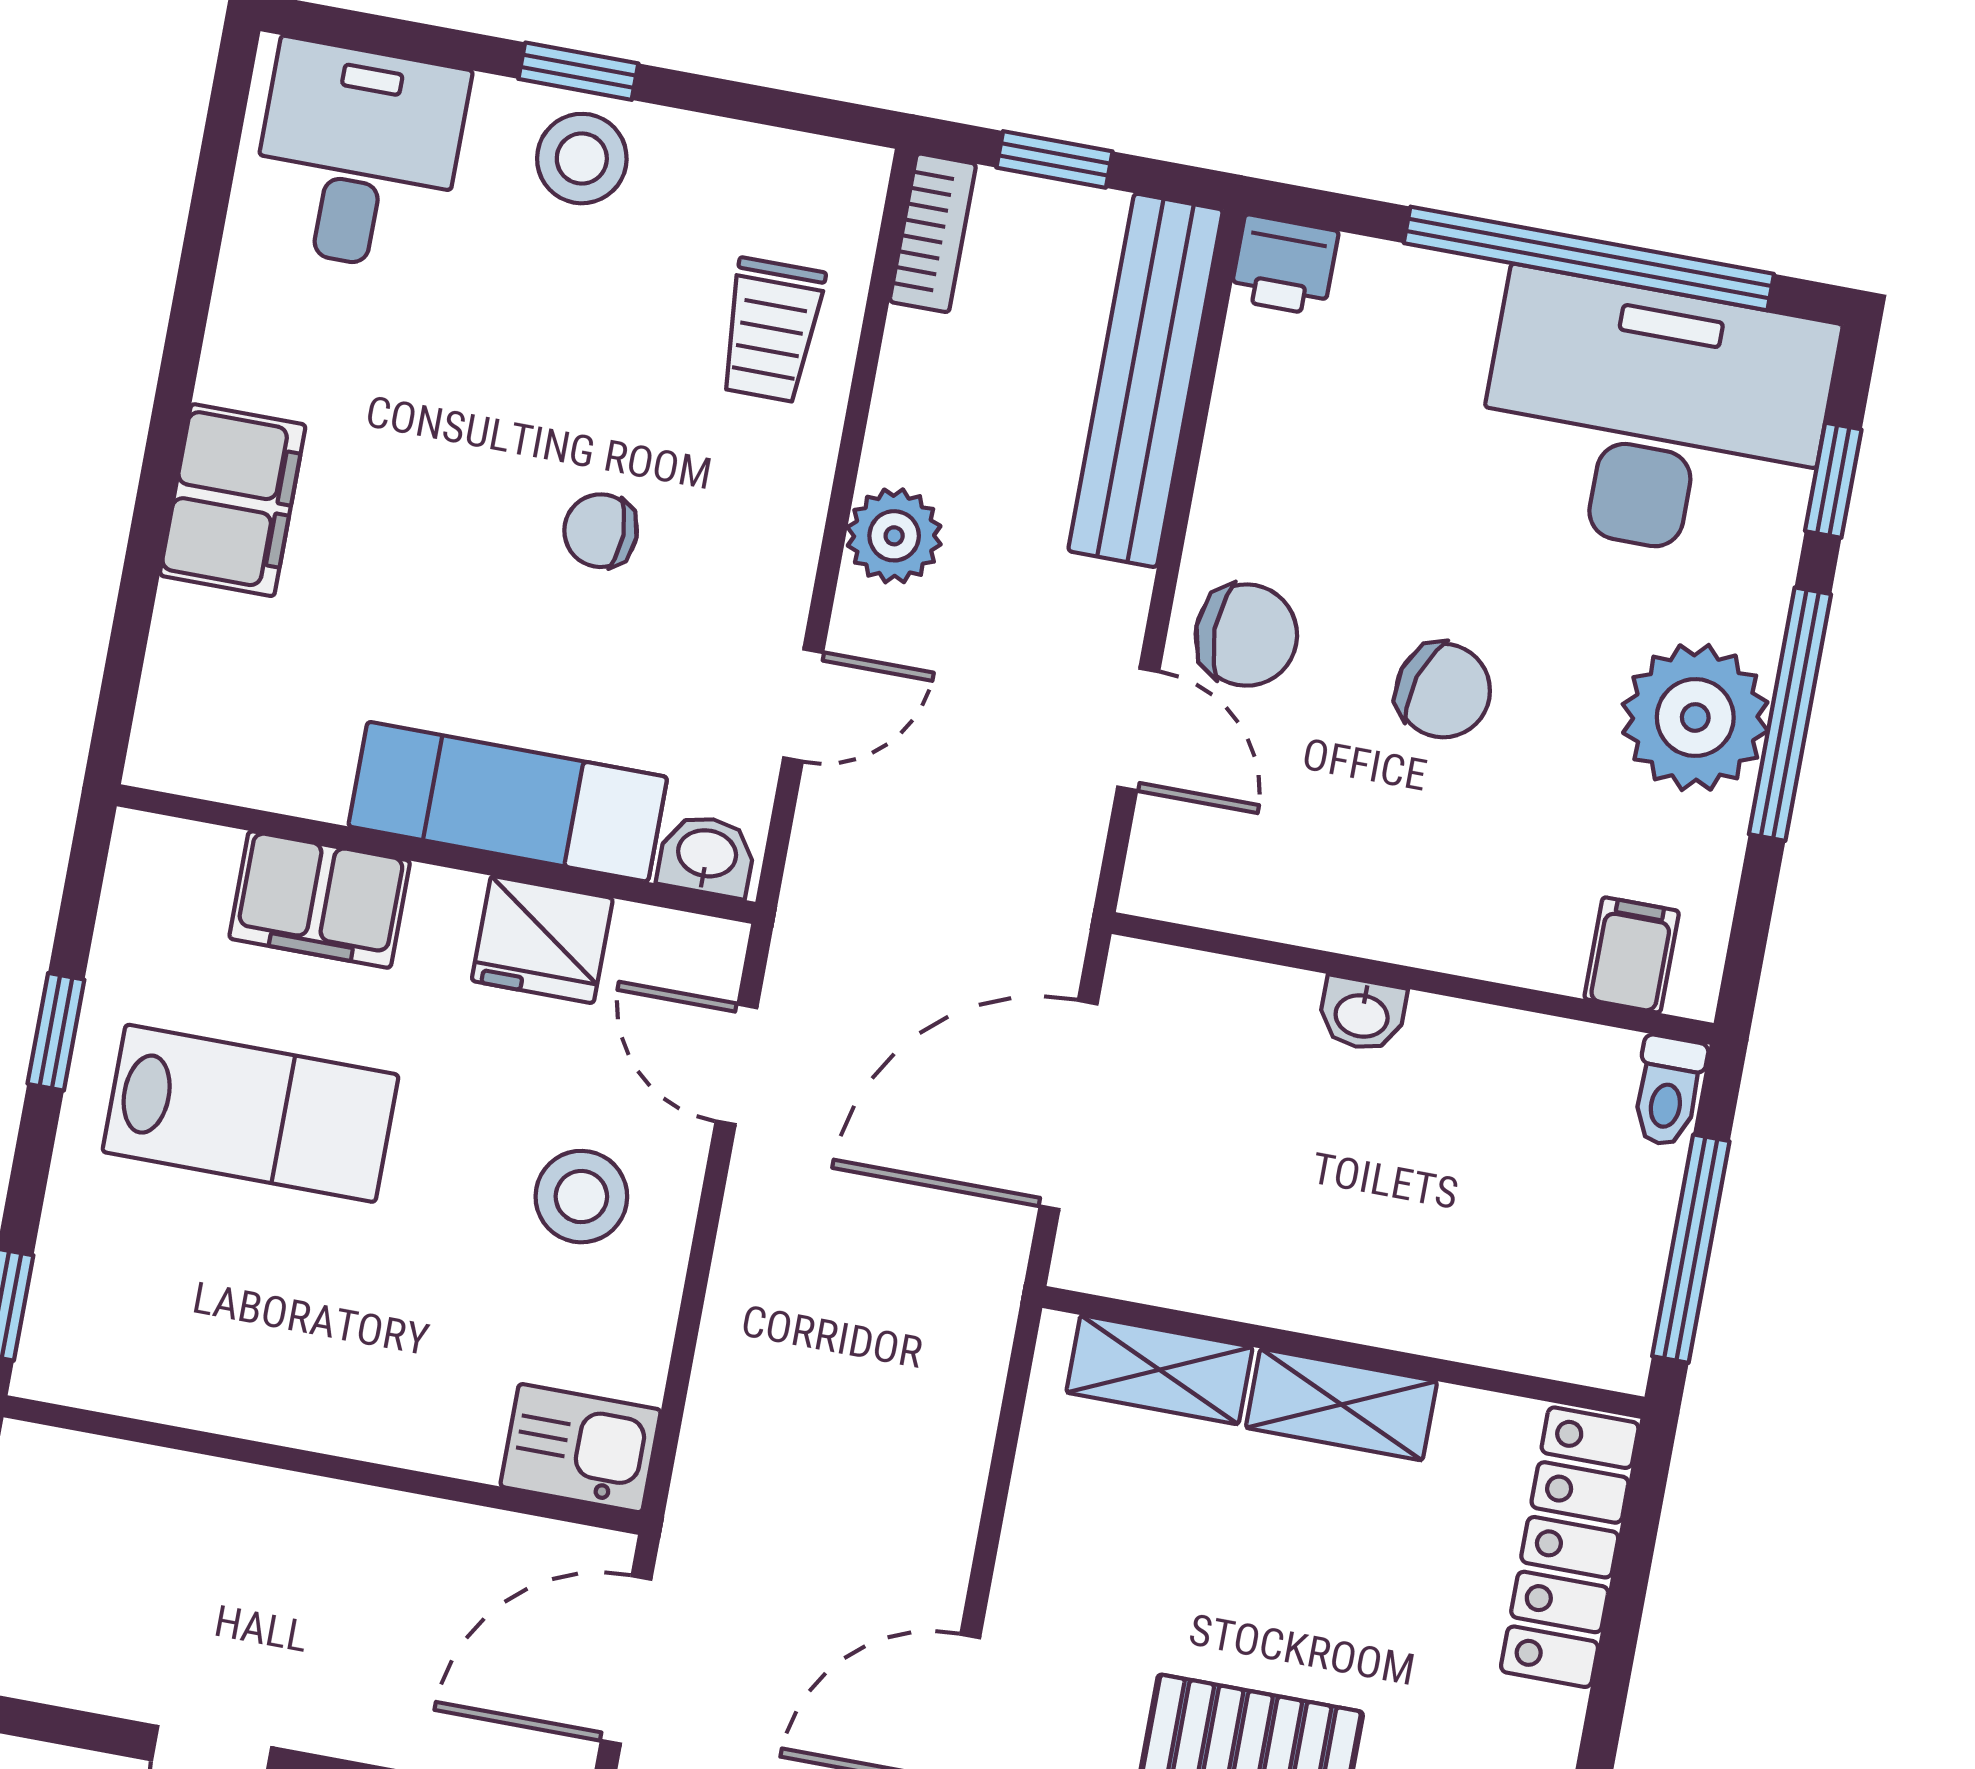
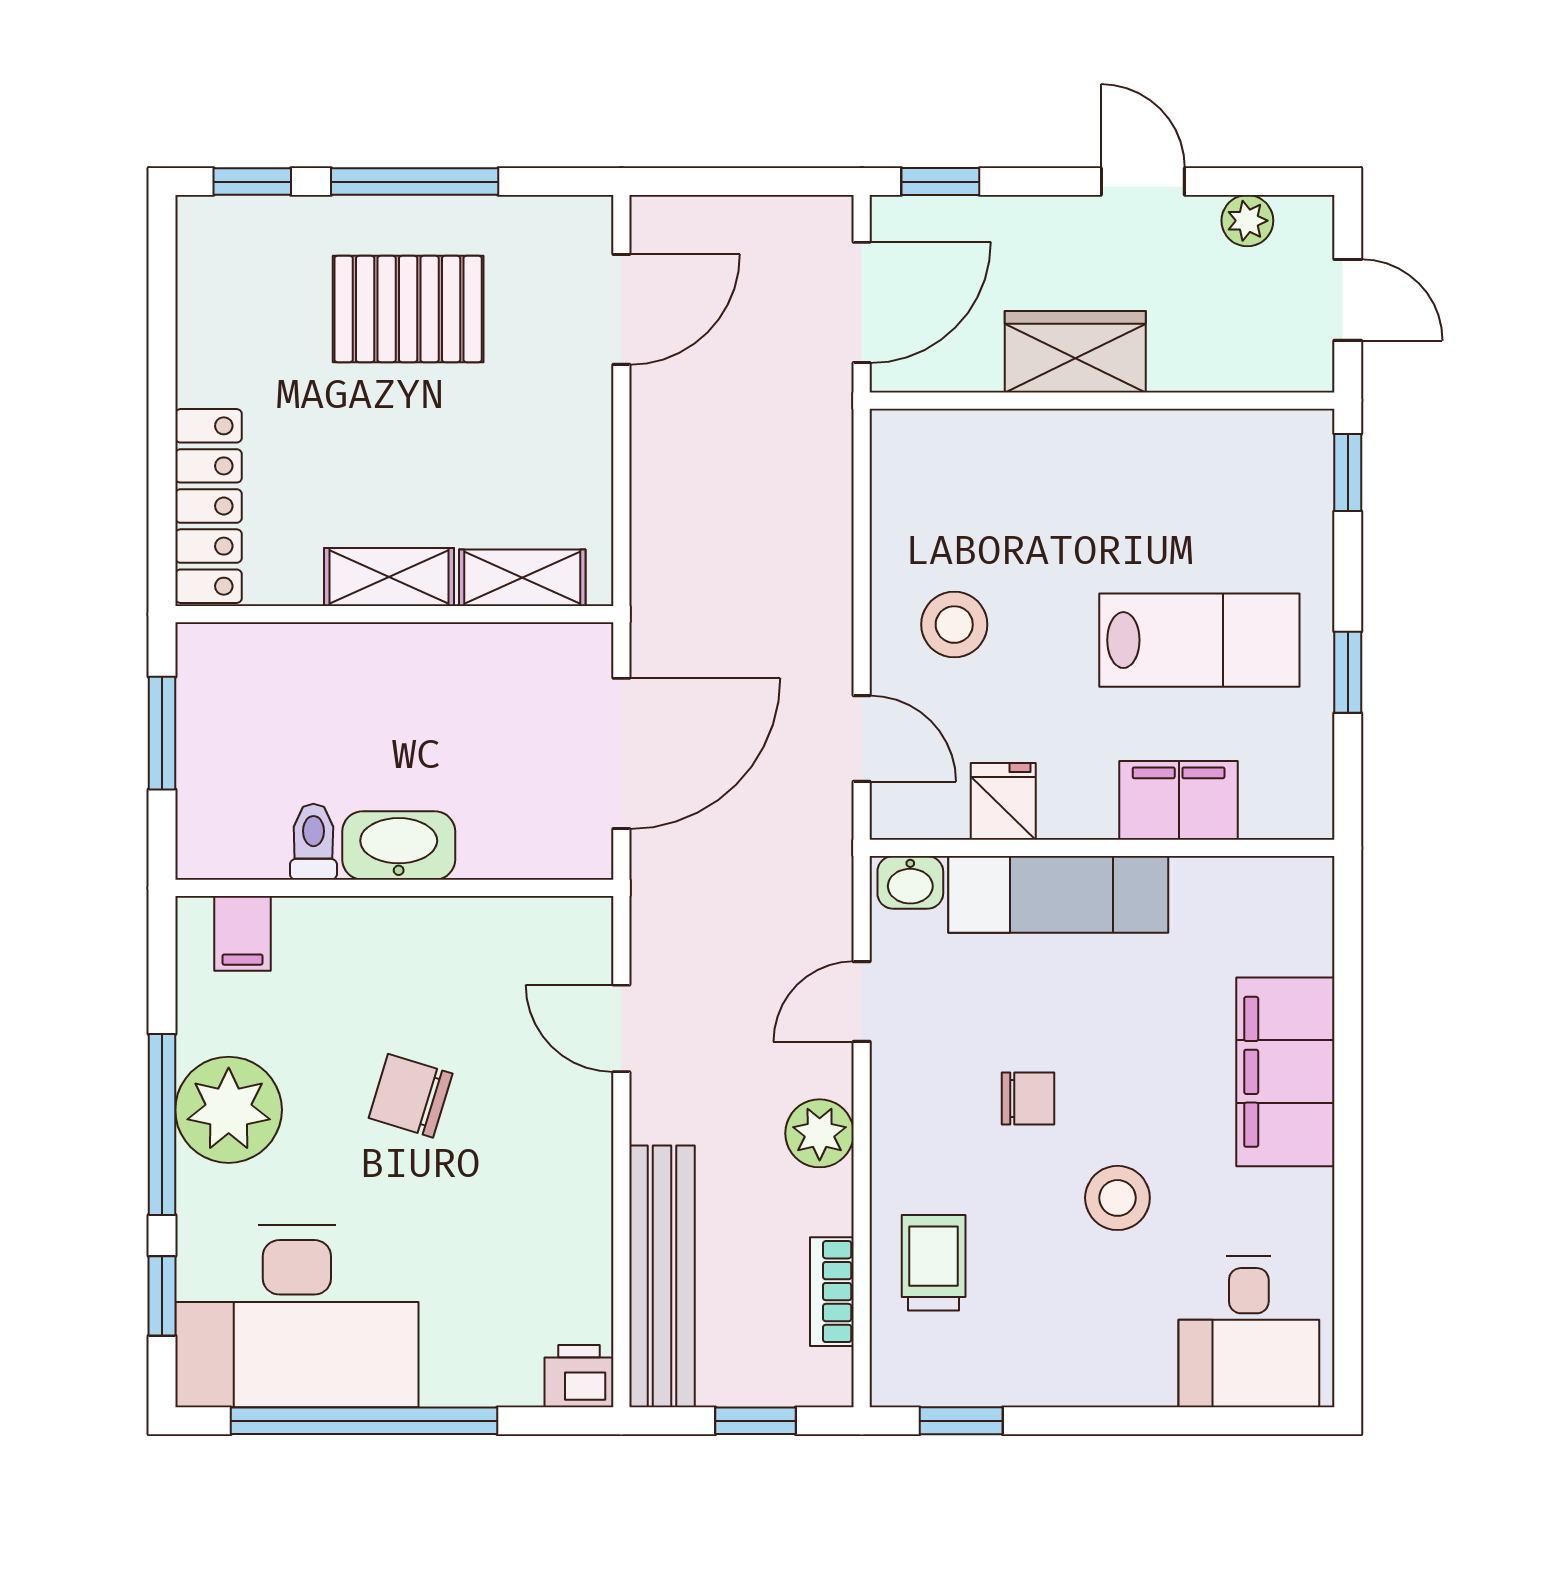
window: (578, 71) -> (961, 1421), moved
stool: (582, 159) -> (1117, 1198), moved
bookcase: (933, 233) -> (832, 1292), moved
filing cabinet: (233, 500) -> (1285, 1072), width x1.50, depth x1.17
chair: (1246, 635) -> (557, 1109), removed
fridge: (542, 940) -> (1003, 801), width x0.72
washbasin: (1362, 1014) -> (399, 846), width x1.91, depth x1.45
toilet: (1668, 1091) -> (313, 842), moved
lab bench: (250, 1113) -> (1199, 640), turned 180
window: (1691, 1249) -> (162, 733), width x0.69
kitchen sink: (581, 1448) -> (922, 446), removed
wardrobe: (347, 1538) -> (1075, 352), added
plant: (79, 1674) -> (1247, 221), added

